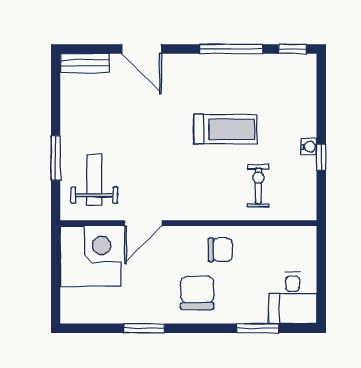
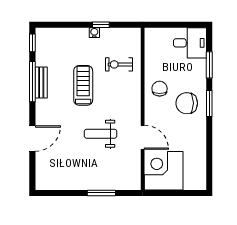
bench: (85, 63) -> (41, 83), moved
weight bench: (94, 180) -> (101, 134), moved
window: (144, 328) -> (209, 104), moved

